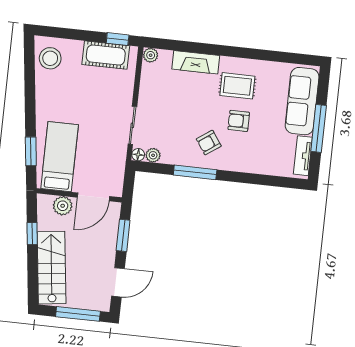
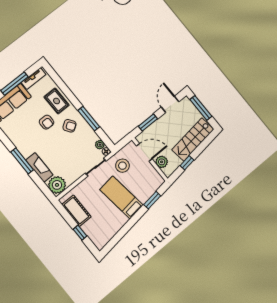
window: (118, 39) -> (80, 233), moved
window: (222, 50) -> (22, 161), added
plant: (151, 55) -> (57, 185), width x1.88, depth x1.88
stool: (50, 58) -> (122, 166), moved
rug: (237, 86) -> (57, 101), moved
bed: (60, 157) -> (121, 197), moved, turned 83
door: (118, 282) -> (170, 104), hinge flipped

